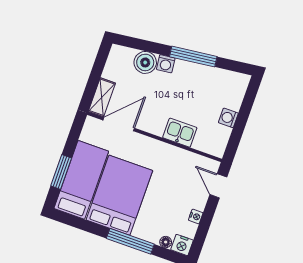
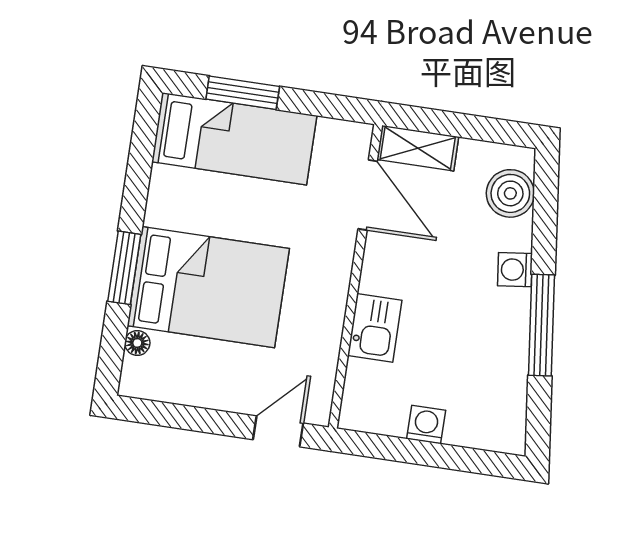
boiler: (145, 62) -> (510, 193), moved
bed: (119, 195) -> (208, 287), moved
nightstand: (196, 216) -> (204, 396), removed
window: (130, 241) -> (124, 268), width x0.69
nightstand: (182, 245) -> (138, 379), removed

